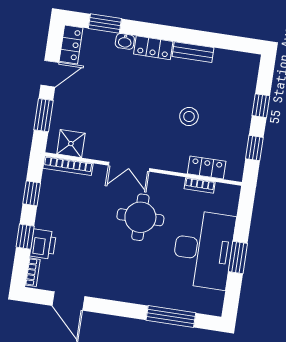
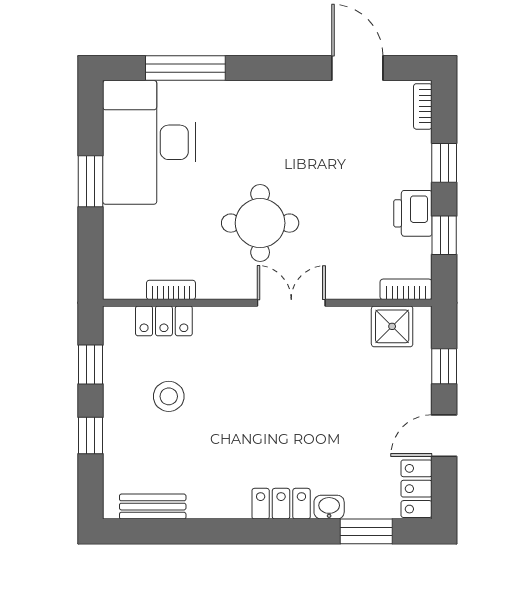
bench: (193, 52) -> (153, 507), moved
window: (43, 115) -> (444, 366), width x0.67
stool: (189, 116) -> (169, 396), moved
bookcase: (68, 166) -> (406, 289), width x0.64
printer: (43, 244) -> (413, 213), moved
desk: (203, 249) -> (149, 142), moved

